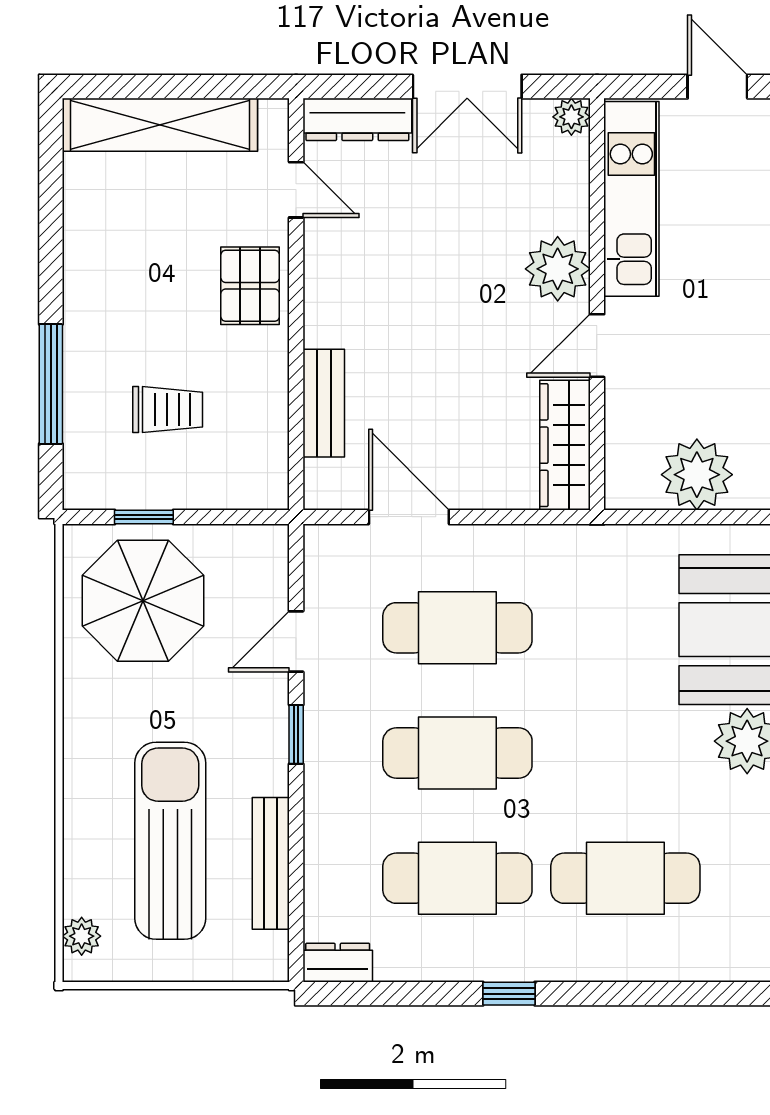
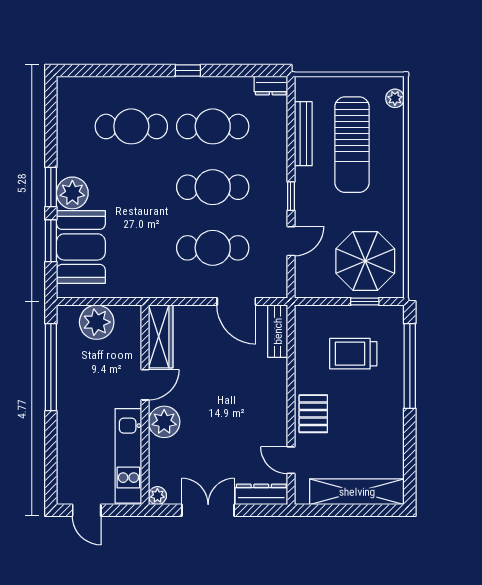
window: (51, 384) -> (410, 366), width x1.46
bench: (324, 403) -> (278, 331), moved
trolley: (168, 410) -> (353, 354), width x1.36, depth x1.39

